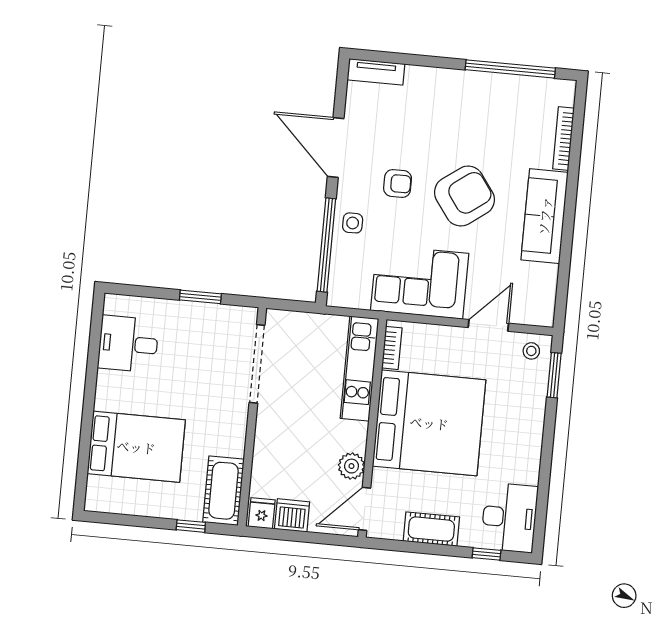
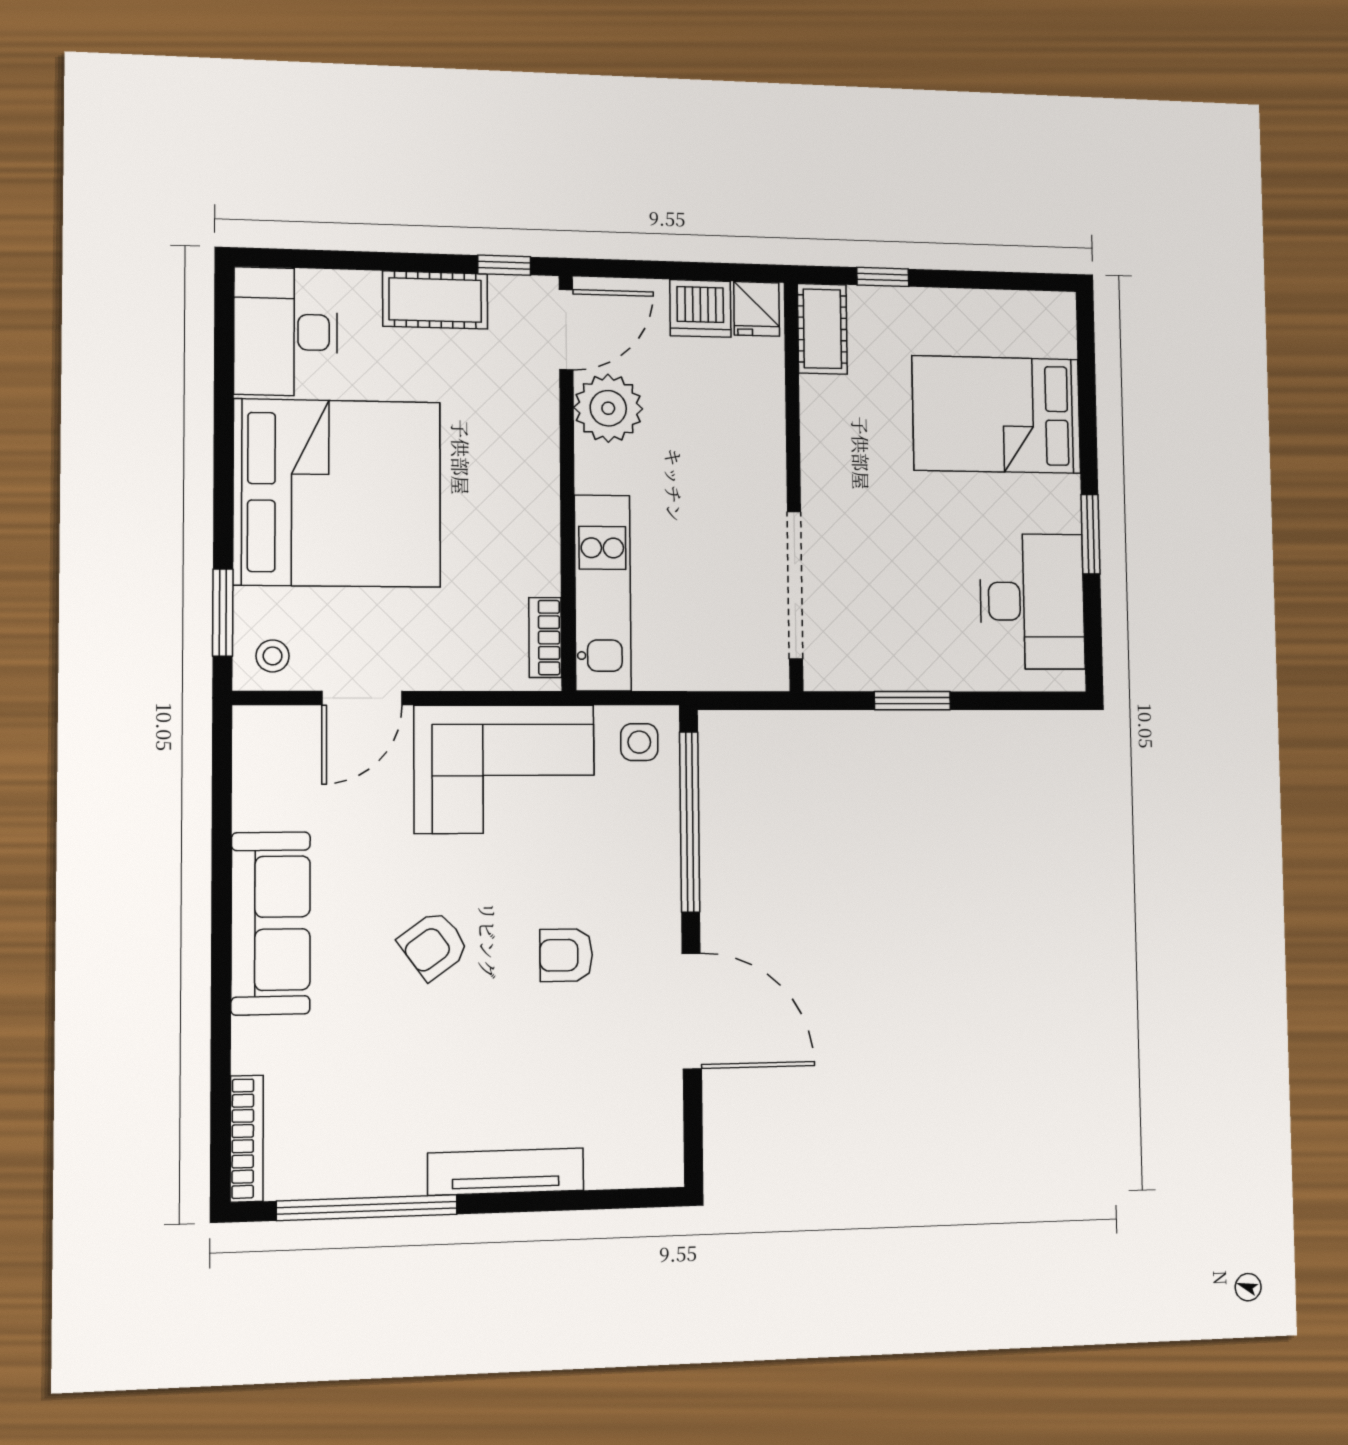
tv unit: (376, 72) -> (506, 1172), moved, width x1.41
bookcase: (563, 138) -> (247, 1139), moved
armchair: (464, 196) -> (434, 945), width x0.53, depth x0.53
side table: (353, 223) -> (639, 742), moved
desk: (128, 344) -> (1032, 601), width x1.37
window: (91, 378) -> (1091, 534), added
bed: (429, 423) -> (337, 493), moved, turned 180
plant: (351, 466) -> (608, 408), width x1.36, depth x1.36
cot: (224, 491) -> (822, 329), width x0.73, depth x0.75
window: (486, 554) -> (504, 265), moved

